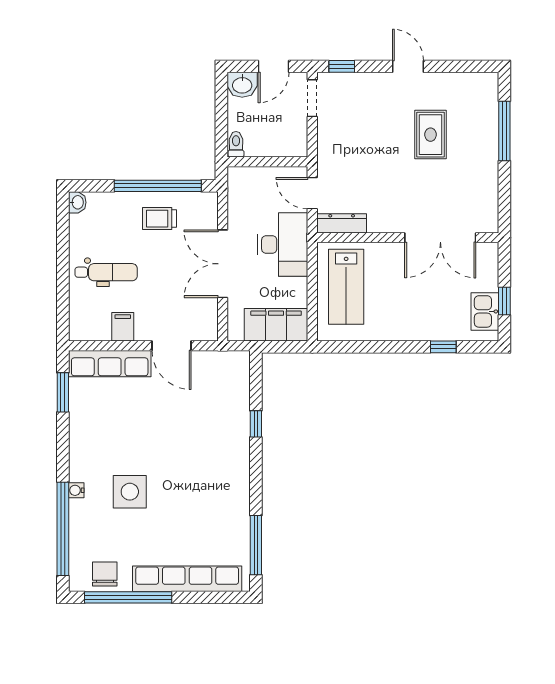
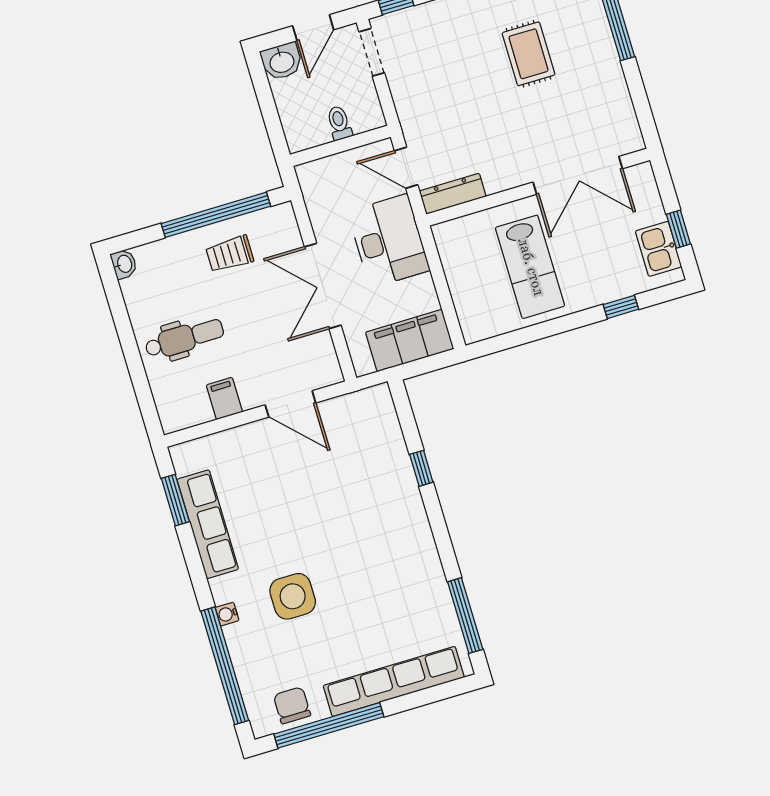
toilet: (236, 144) -> (339, 123), moved
lab bench: (346, 287) -> (530, 267), moved
row of seats: (110, 364) -> (208, 524), moved, turned -90

